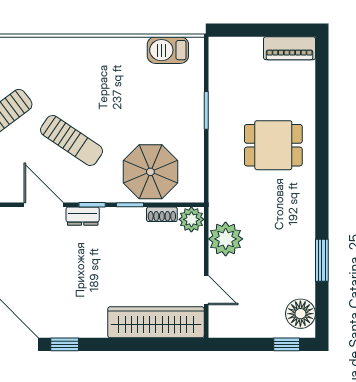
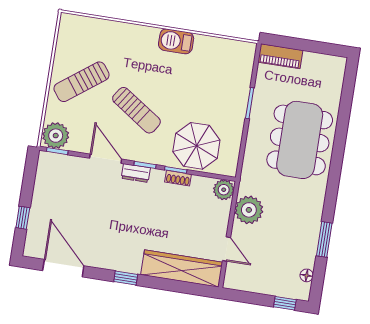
piano: (290, 48) -> (280, 56), moved
barbecue: (168, 50) -> (176, 41), moved
dining table: (273, 145) -> (300, 140), width x1.88, depth x1.24
shoe rack: (162, 214) -> (178, 178), moved
floor lamp: (300, 314) -> (307, 275), width x0.53, depth x0.53
window: (65, 344) -> (126, 278), moved

